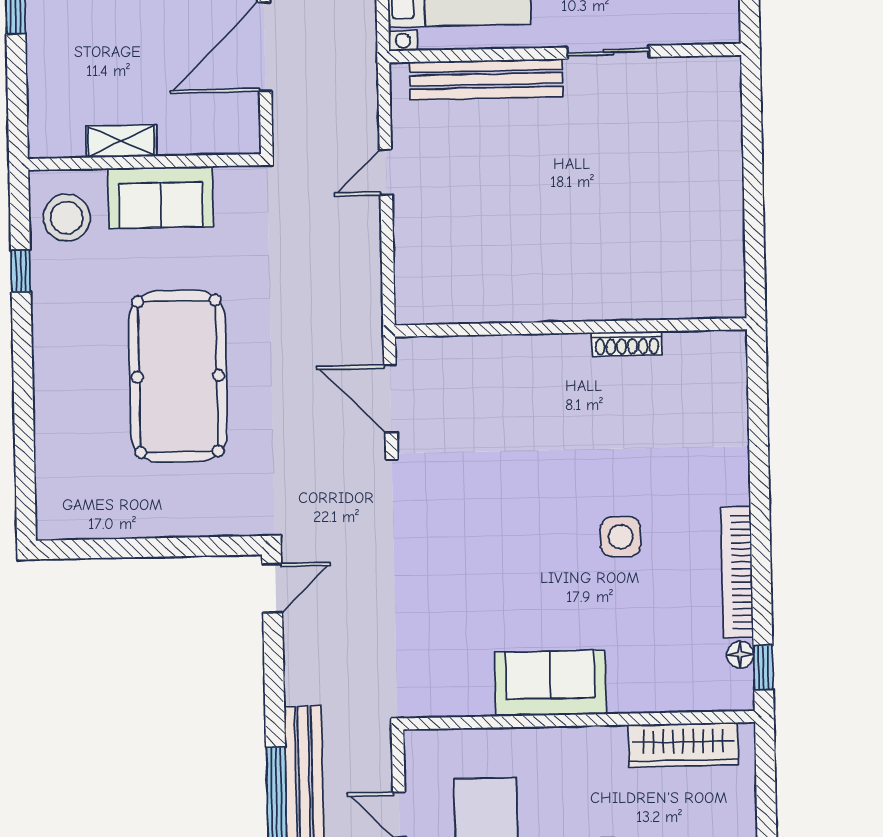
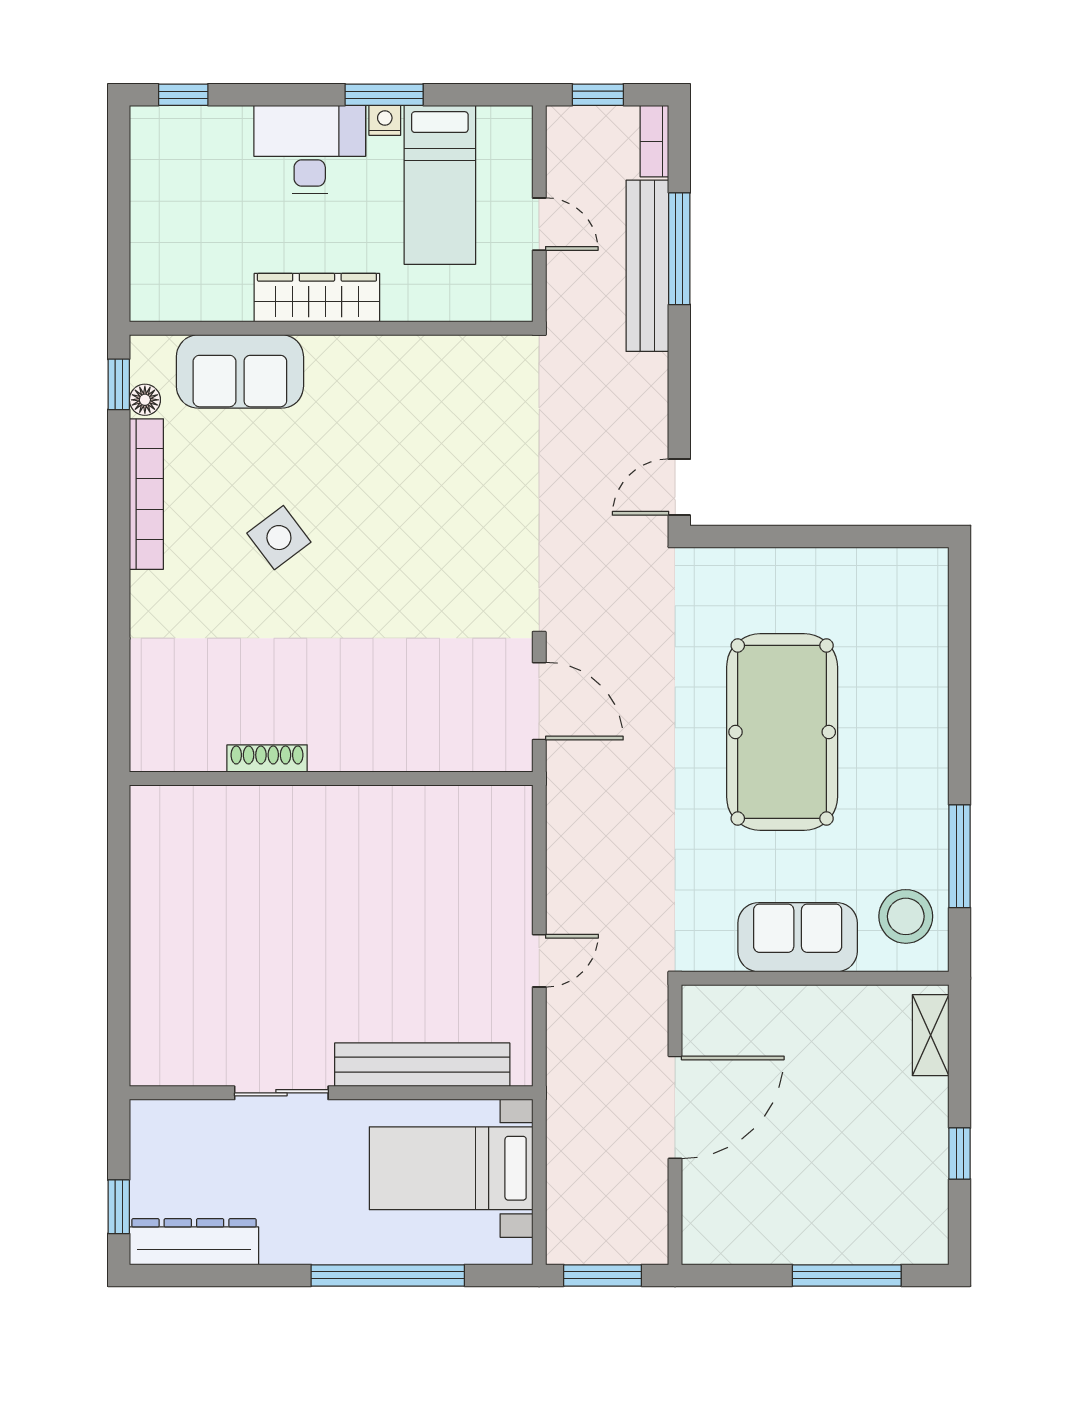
shelving: (121, 141) -> (931, 1035), moved, turned 90
window: (21, 271) -> (960, 856), width x2.17
side table: (621, 537) -> (279, 538), turned -37
sofa: (550, 683) -> (240, 371), moved
wardrobe: (683, 745) -> (317, 298), moved

